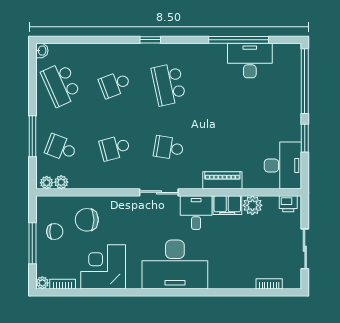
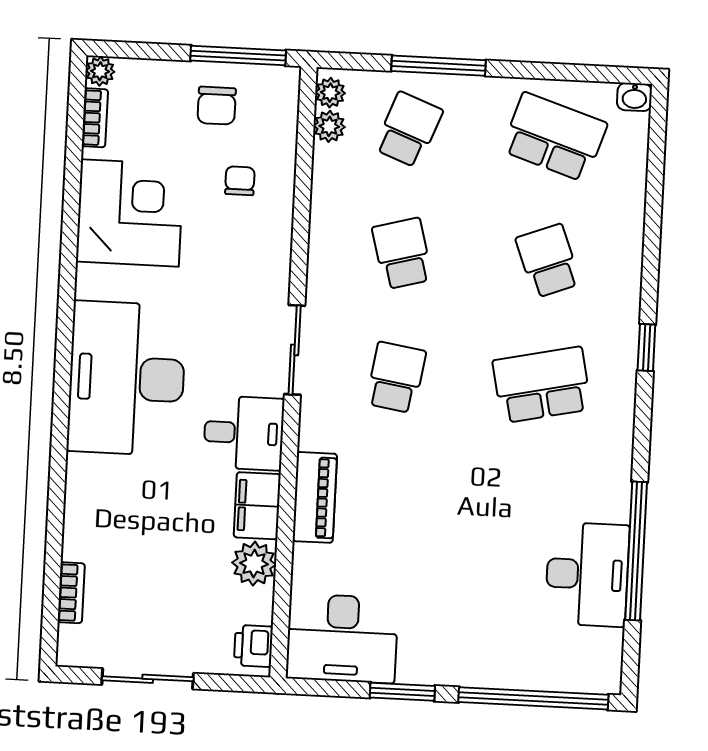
school desk: (61, 84) -> (554, 137), turned 42
chair: (87, 220) -> (240, 181), width x0.54, depth x0.54
window: (32, 243) -> (238, 55), moved

